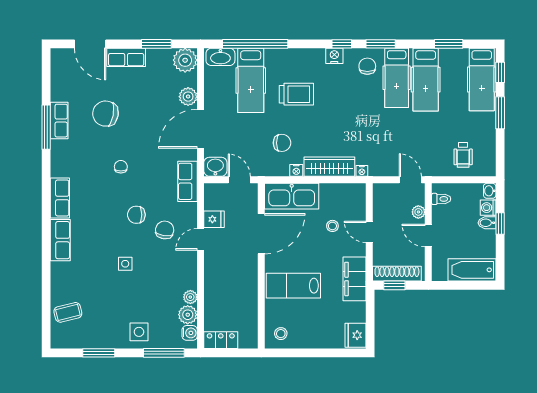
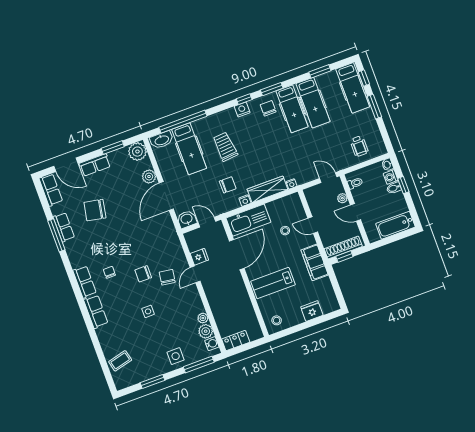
trolley: (296, 94) -> (225, 147), turned -95
chair: (121, 167) -> (109, 272), moved
row of seats: (188, 181) -> (51, 190), moved, turned 180
fridge: (356, 335) -> (312, 311), moved, turned 90

